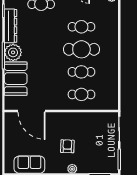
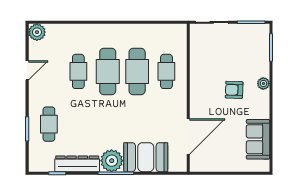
cafe table: (81, 72) -> (137, 71), width x1.37, depth x1.35

